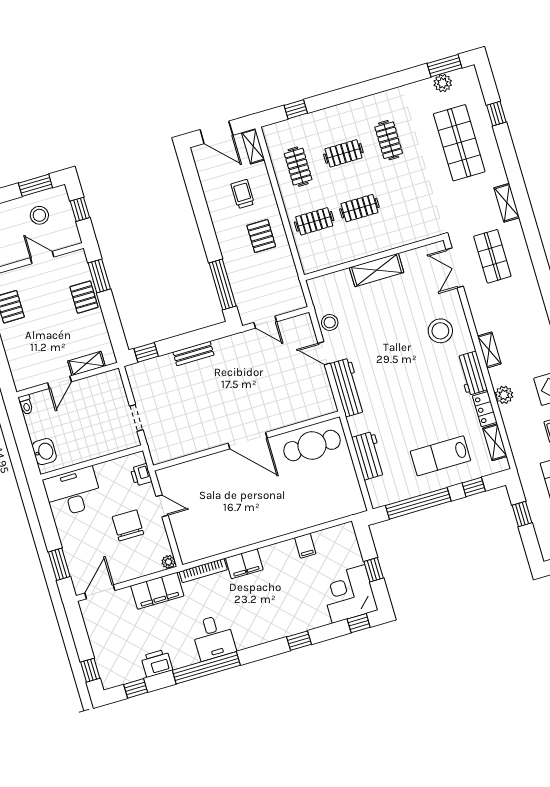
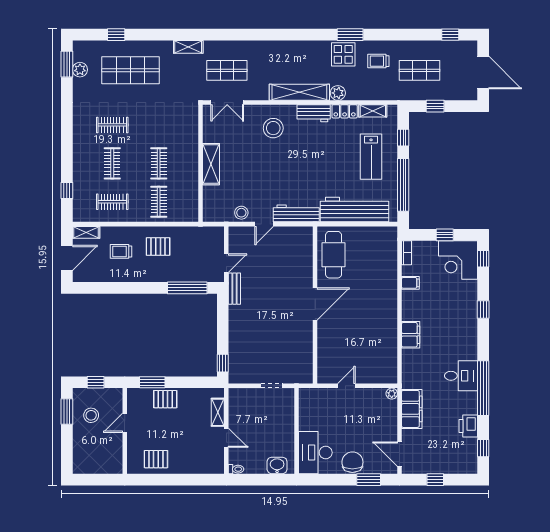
shelving: (489, 350) -> (299, 92), width x2.20, depth x1.33
bench: (193, 354) -> (234, 289), moved
workbench: (369, 456) -> (354, 210), width x1.88, depth x1.32
printer: (141, 475) -> (317, 395), removed
chair: (128, 525) -> (352, 462), moved, turned 90
bookcase: (203, 571) -> (406, 253), moved, width x0.64
window: (90, 670) -> (435, 480), moved

